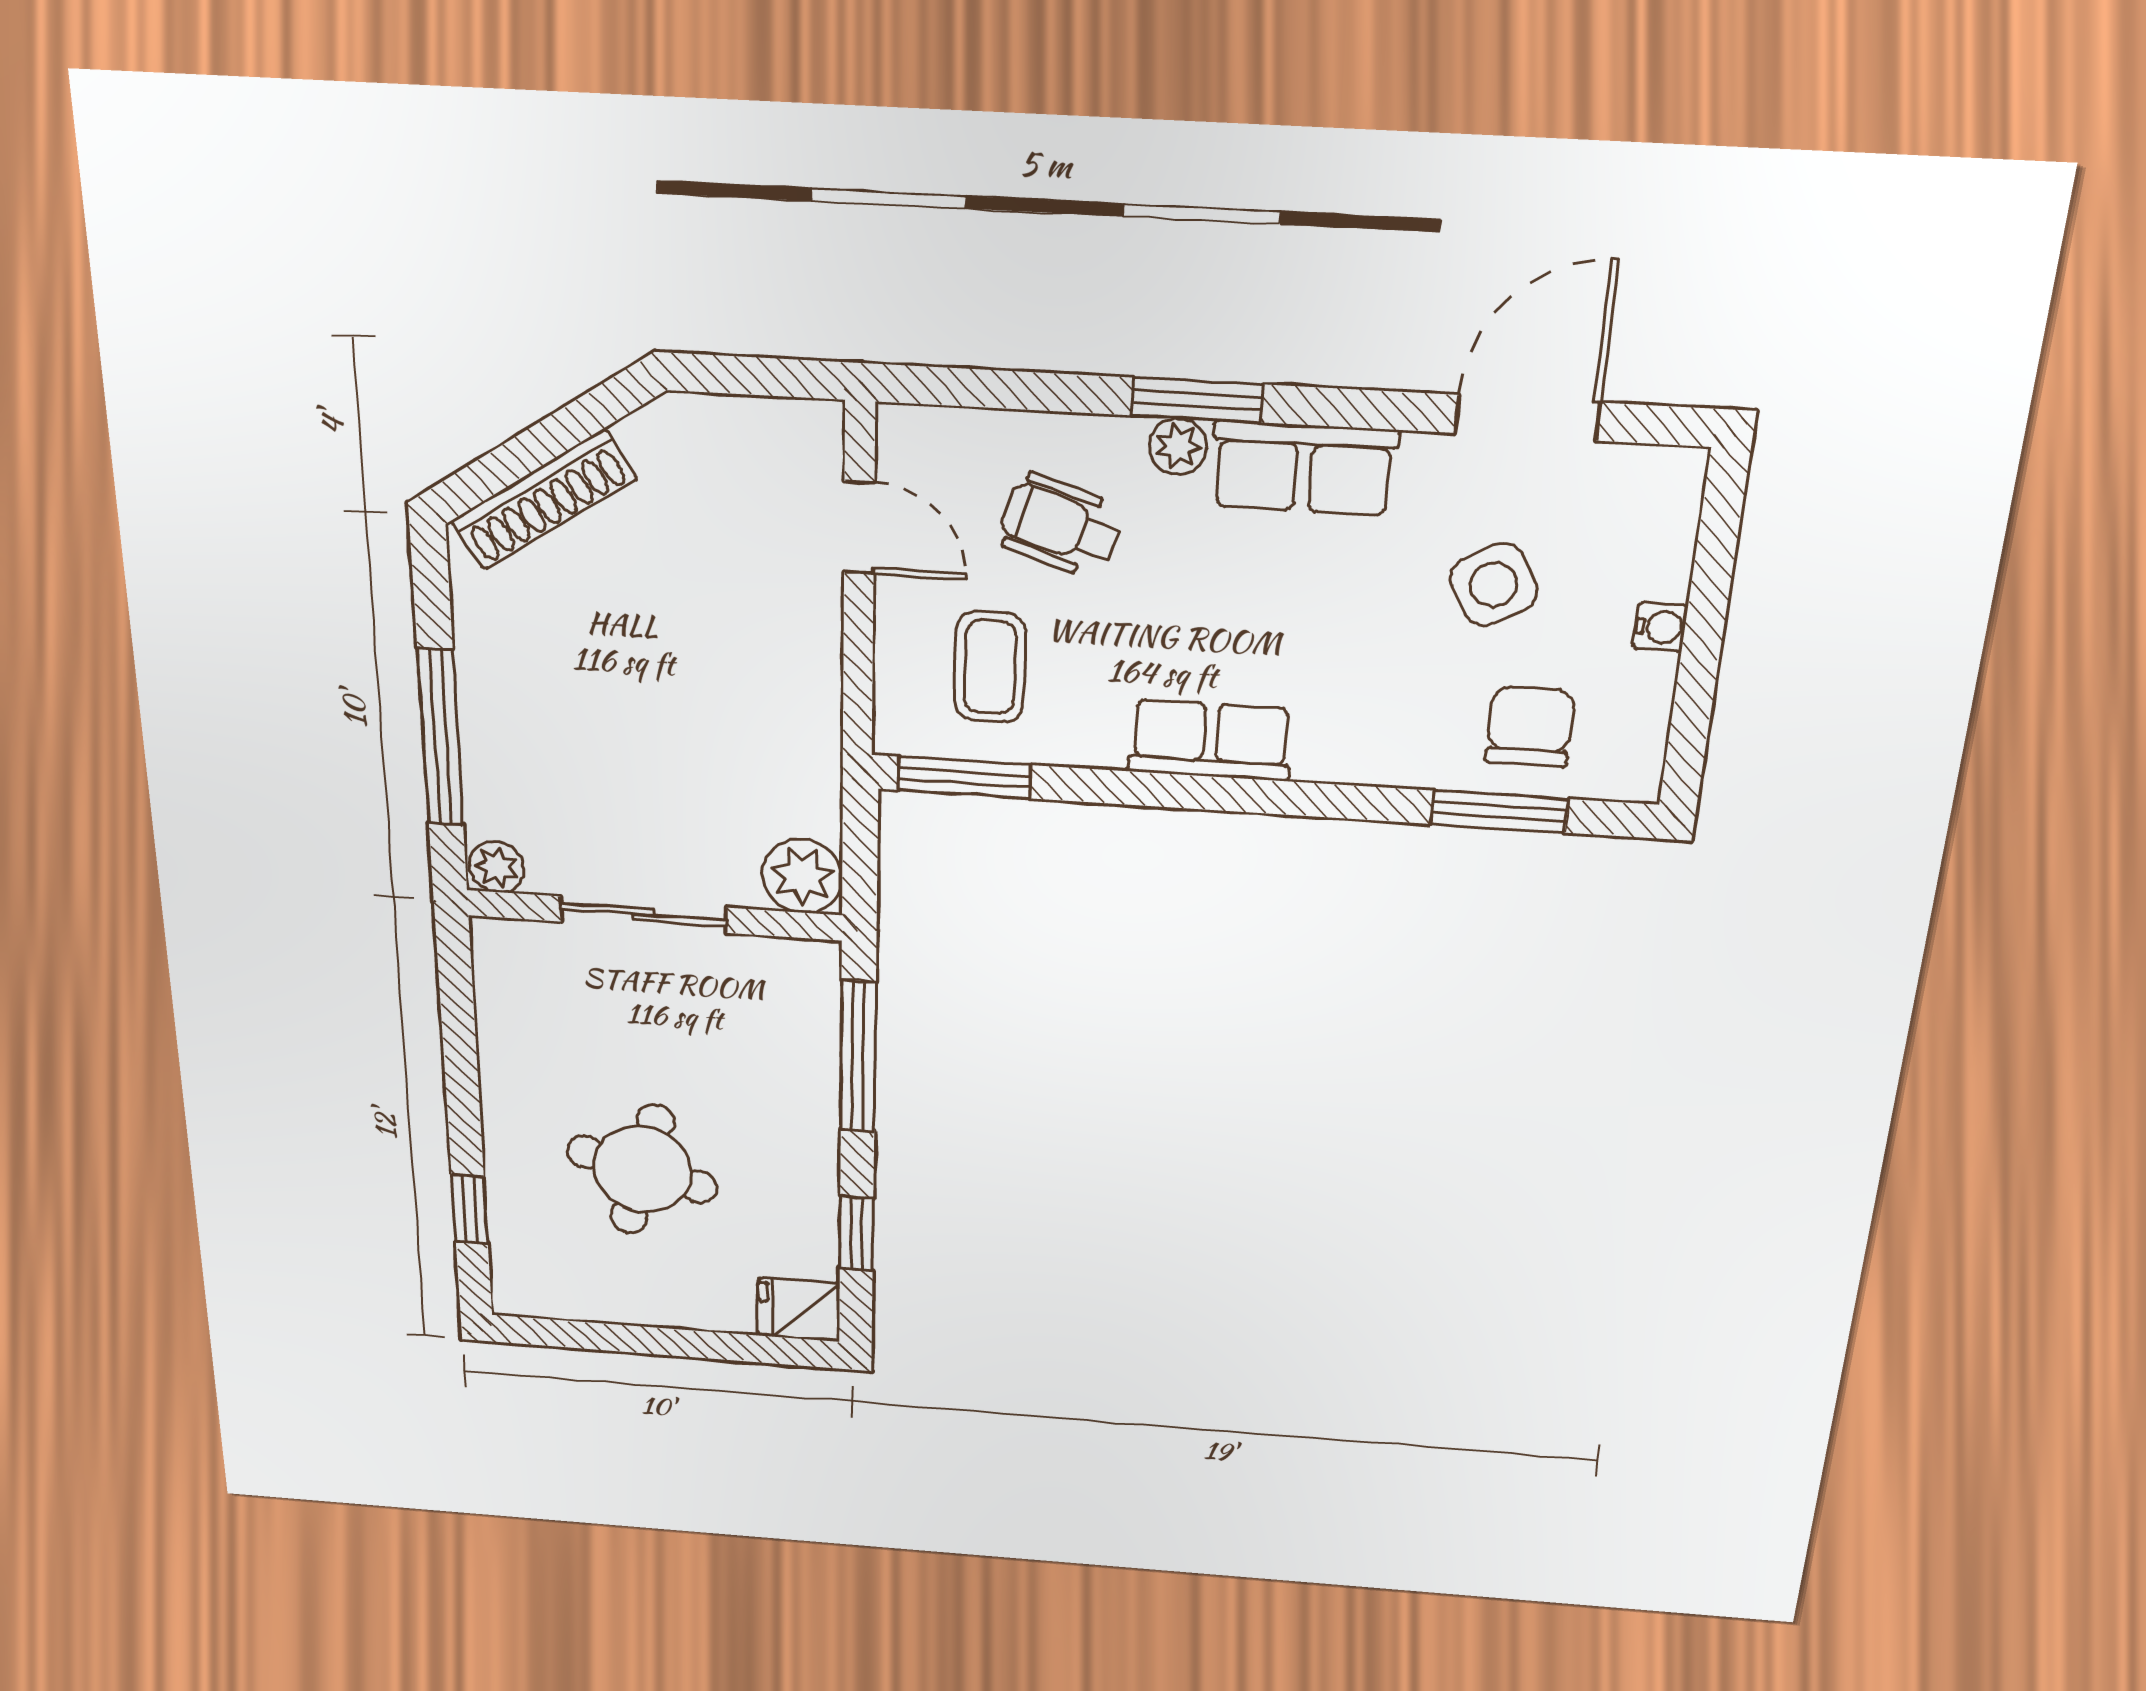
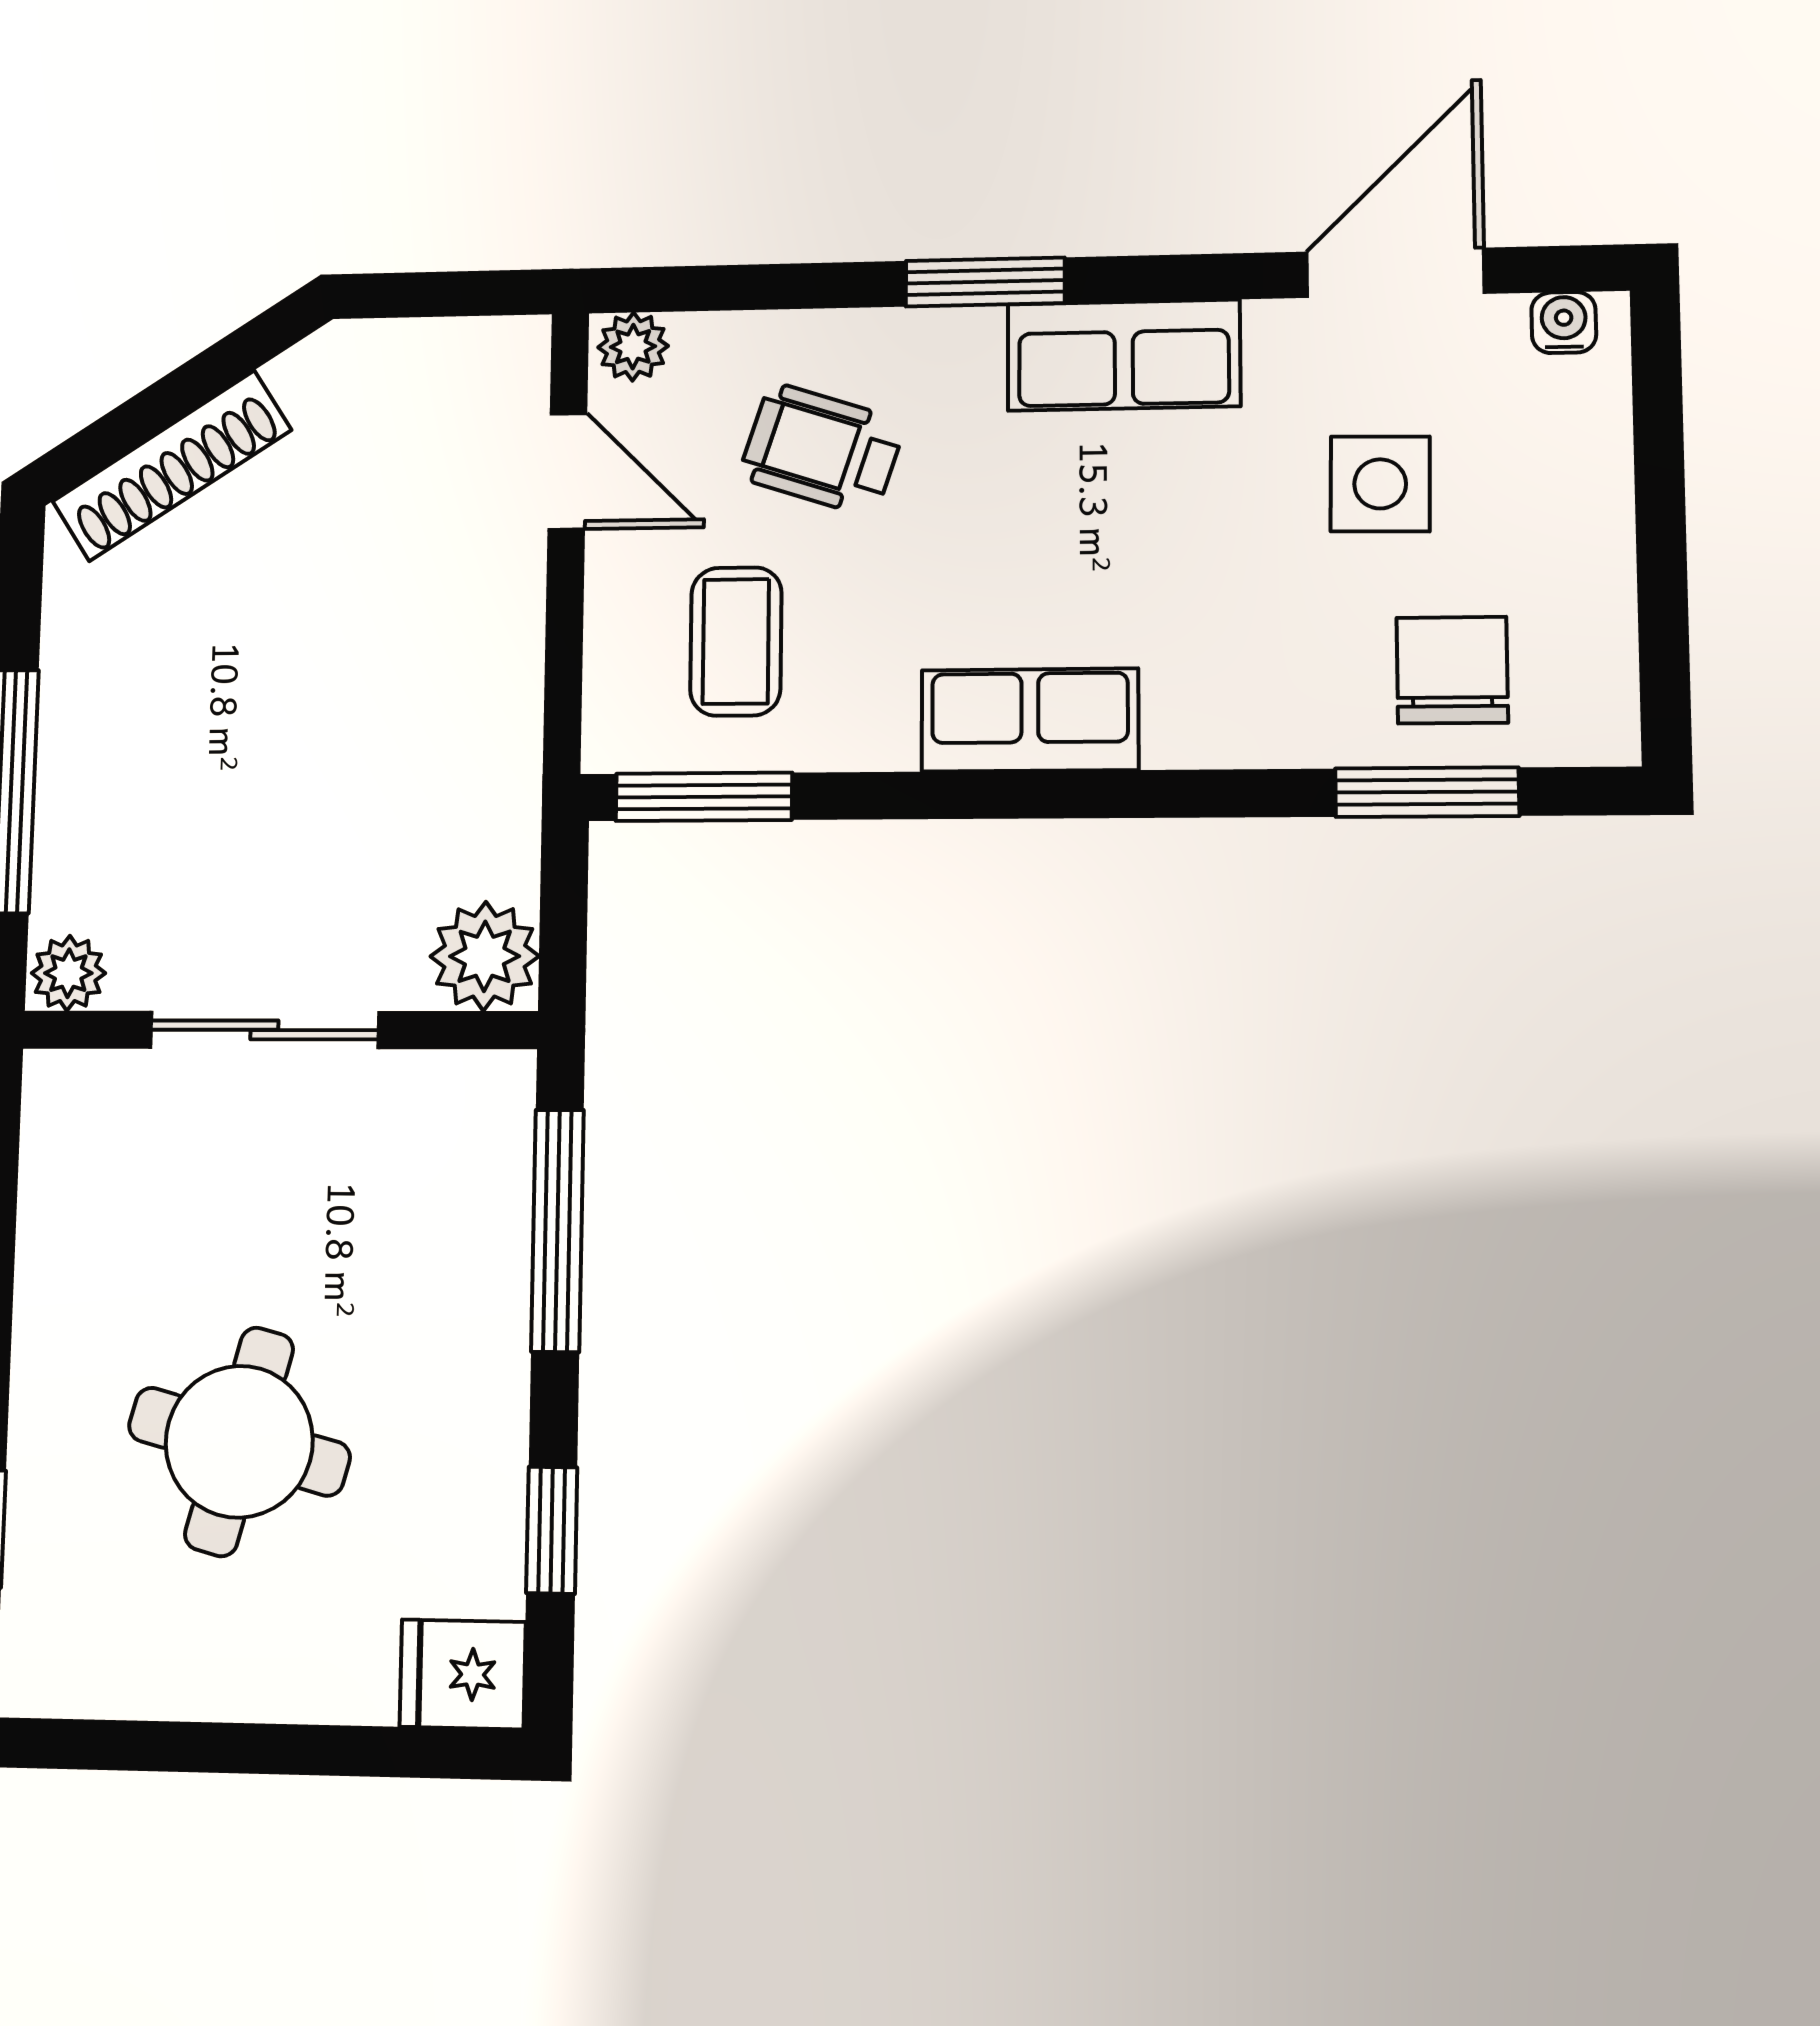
plant: (1178, 446) -> (633, 347), moved
side table: (1494, 585) -> (1380, 484), turned 30
water cooler: (1660, 627) -> (1564, 323), moved, turned -90

